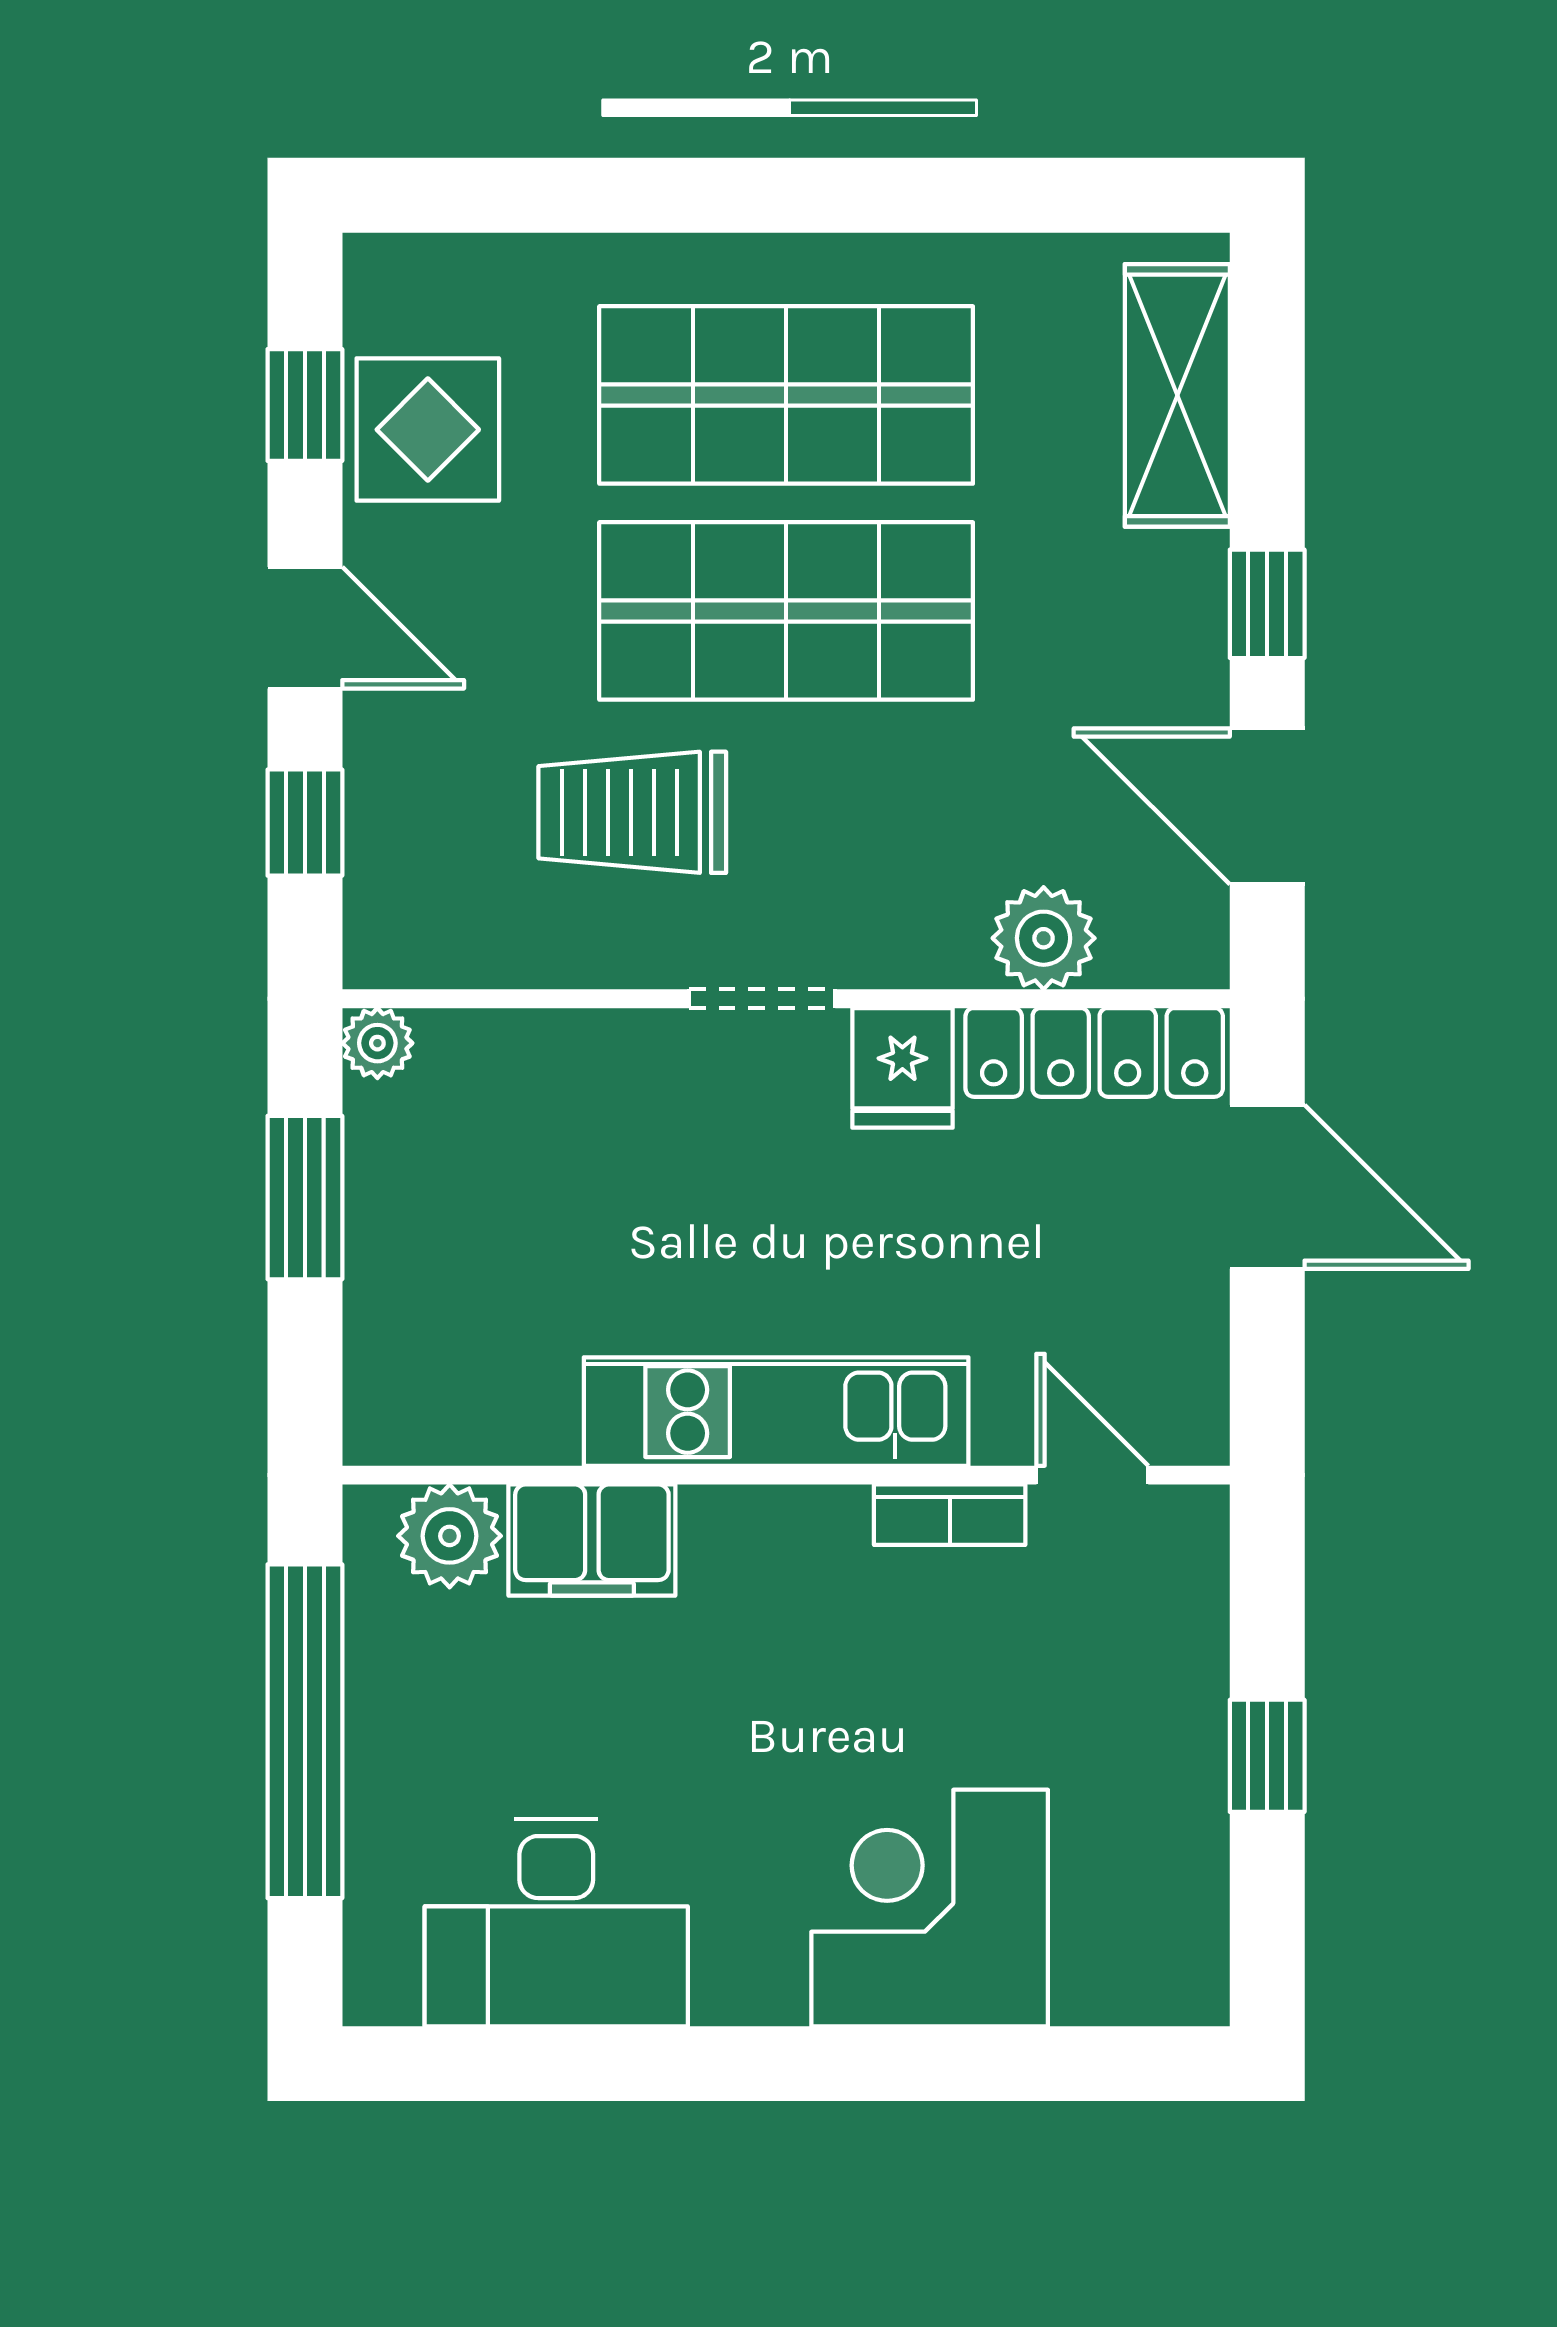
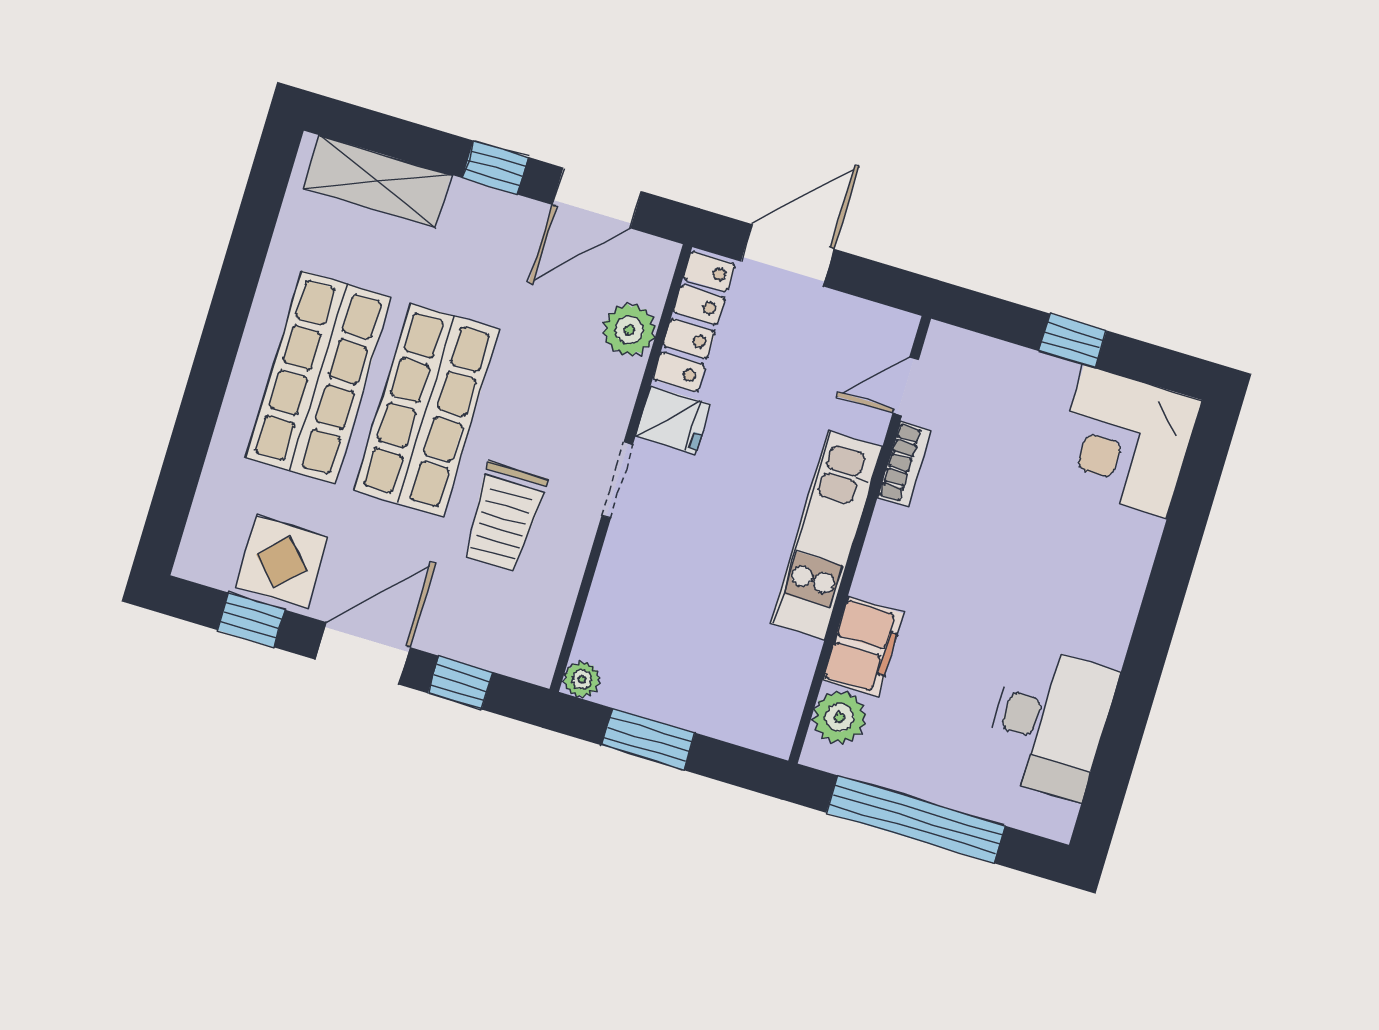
door: (305, 628) -> (363, 653), width x1.38
corner desk: (930, 1908) -> (1126, 442), moved

